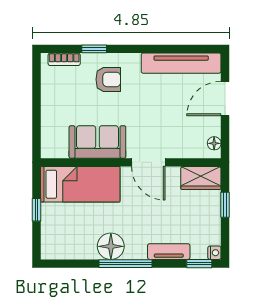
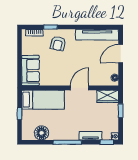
armchair: (108, 79) -> (58, 43), turned 103
sofa: (97, 142) -> (30, 71), moved, turned 90
door: (148, 162) -> (79, 88), swing flipped
floor lamp: (111, 246) -> (42, 133), moved

